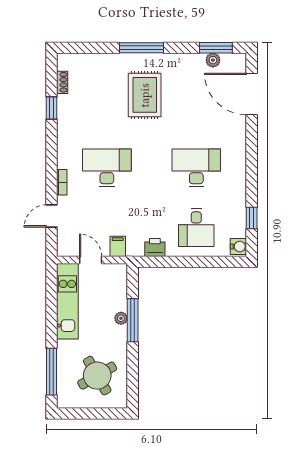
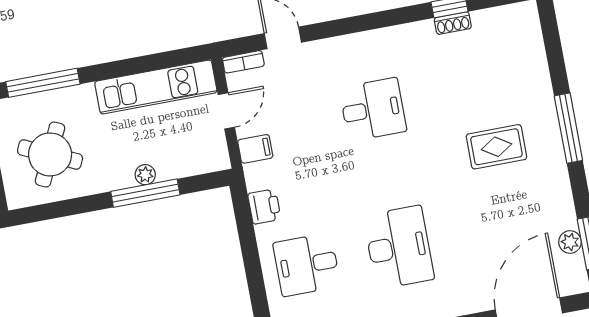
shoe rack: (62, 82) -> (453, 23), moved
rug: (145, 95) -> (496, 147), width x0.73, depth x0.70
desk: (107, 168) -> (373, 109), width x0.73
bookcase: (62, 182) -> (243, 62), moved
round table: (97, 376) -> (50, 154), turned -35

